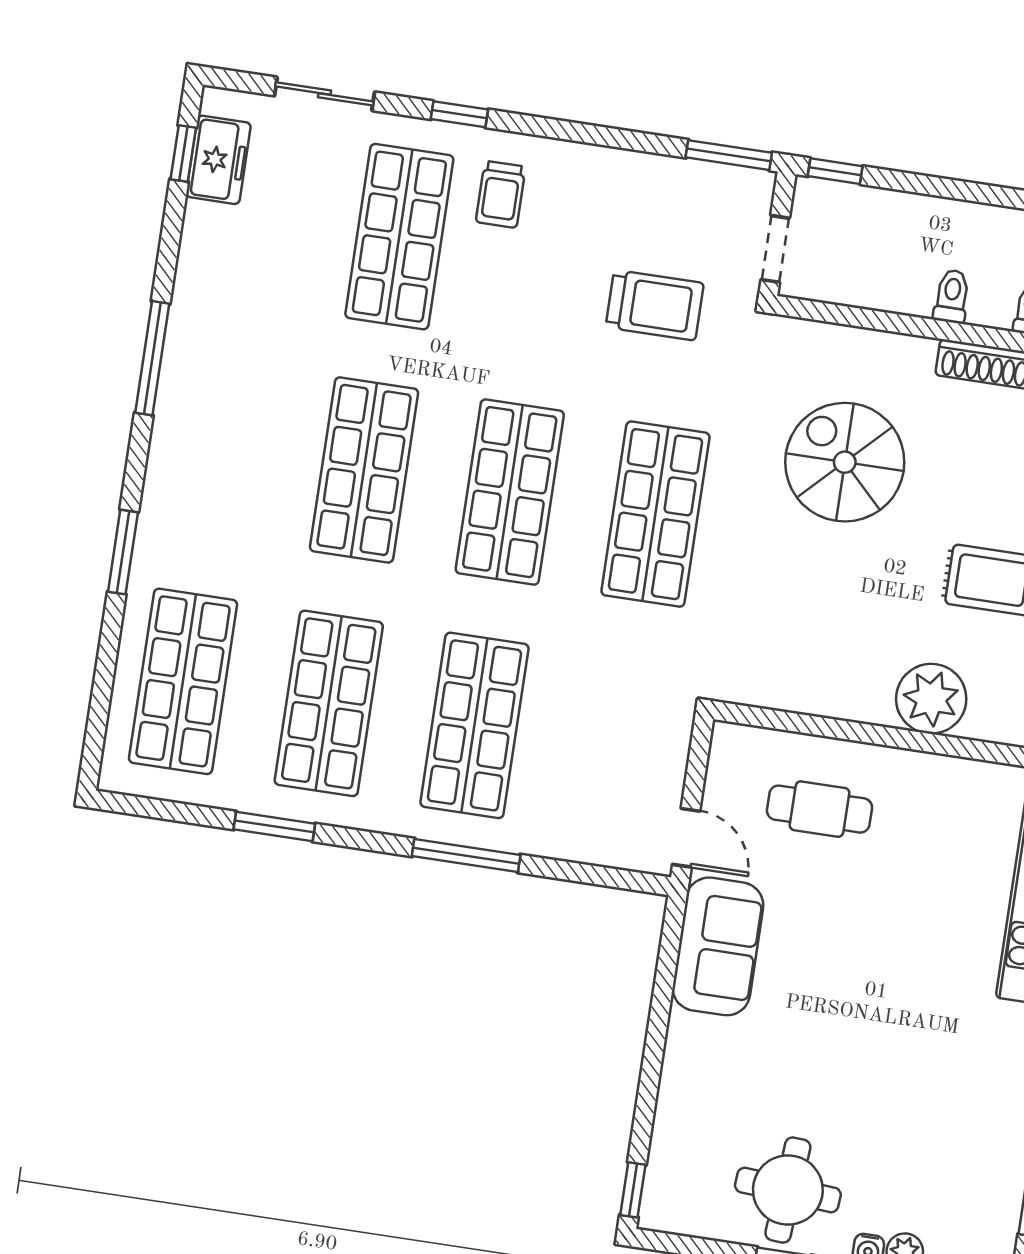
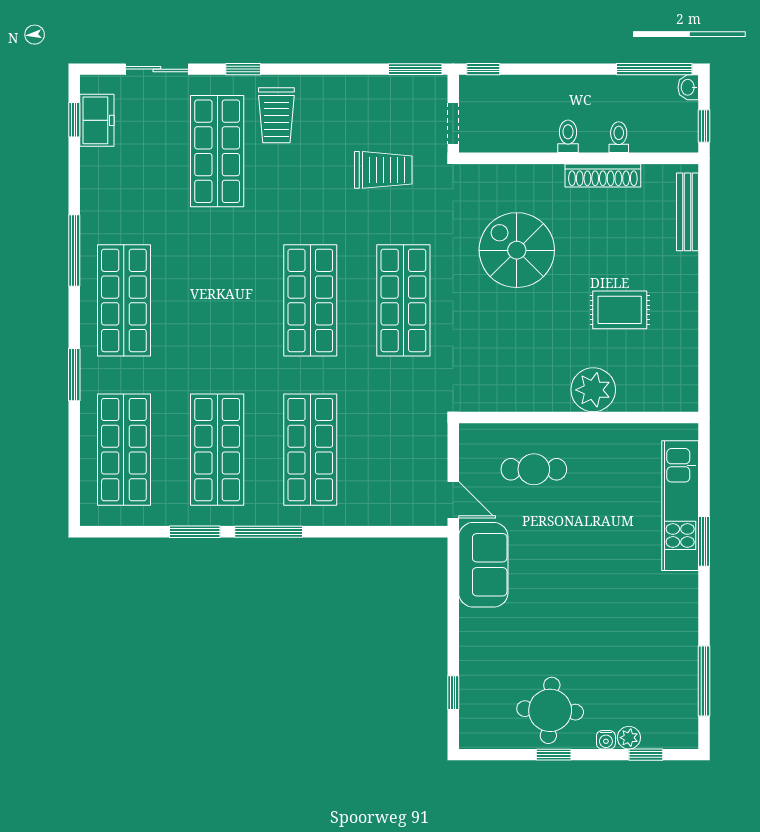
trolley: (501, 194) -> (276, 115), width x1.36, depth x1.39
shop shelf: (364, 470) -> (124, 300), moved
window: (466, 856) -> (269, 532), moved
window: (633, 1190) -> (453, 693), moved

